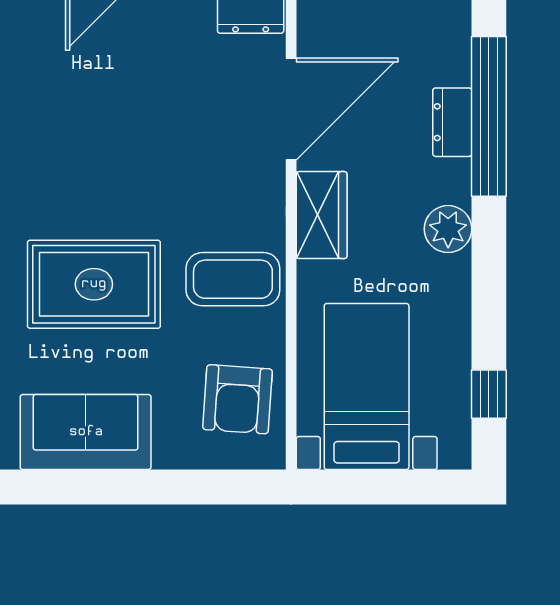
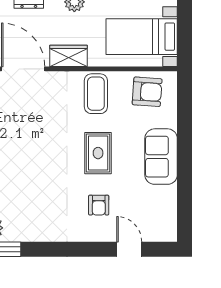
rug: (94, 284) -> (98, 153), width x0.73, depth x0.70

